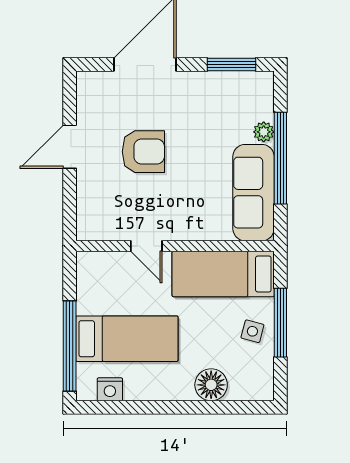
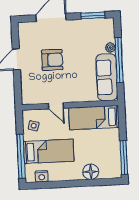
window: (280, 323) -> (124, 157), moved
side table: (252, 331) -> (34, 126), moved

